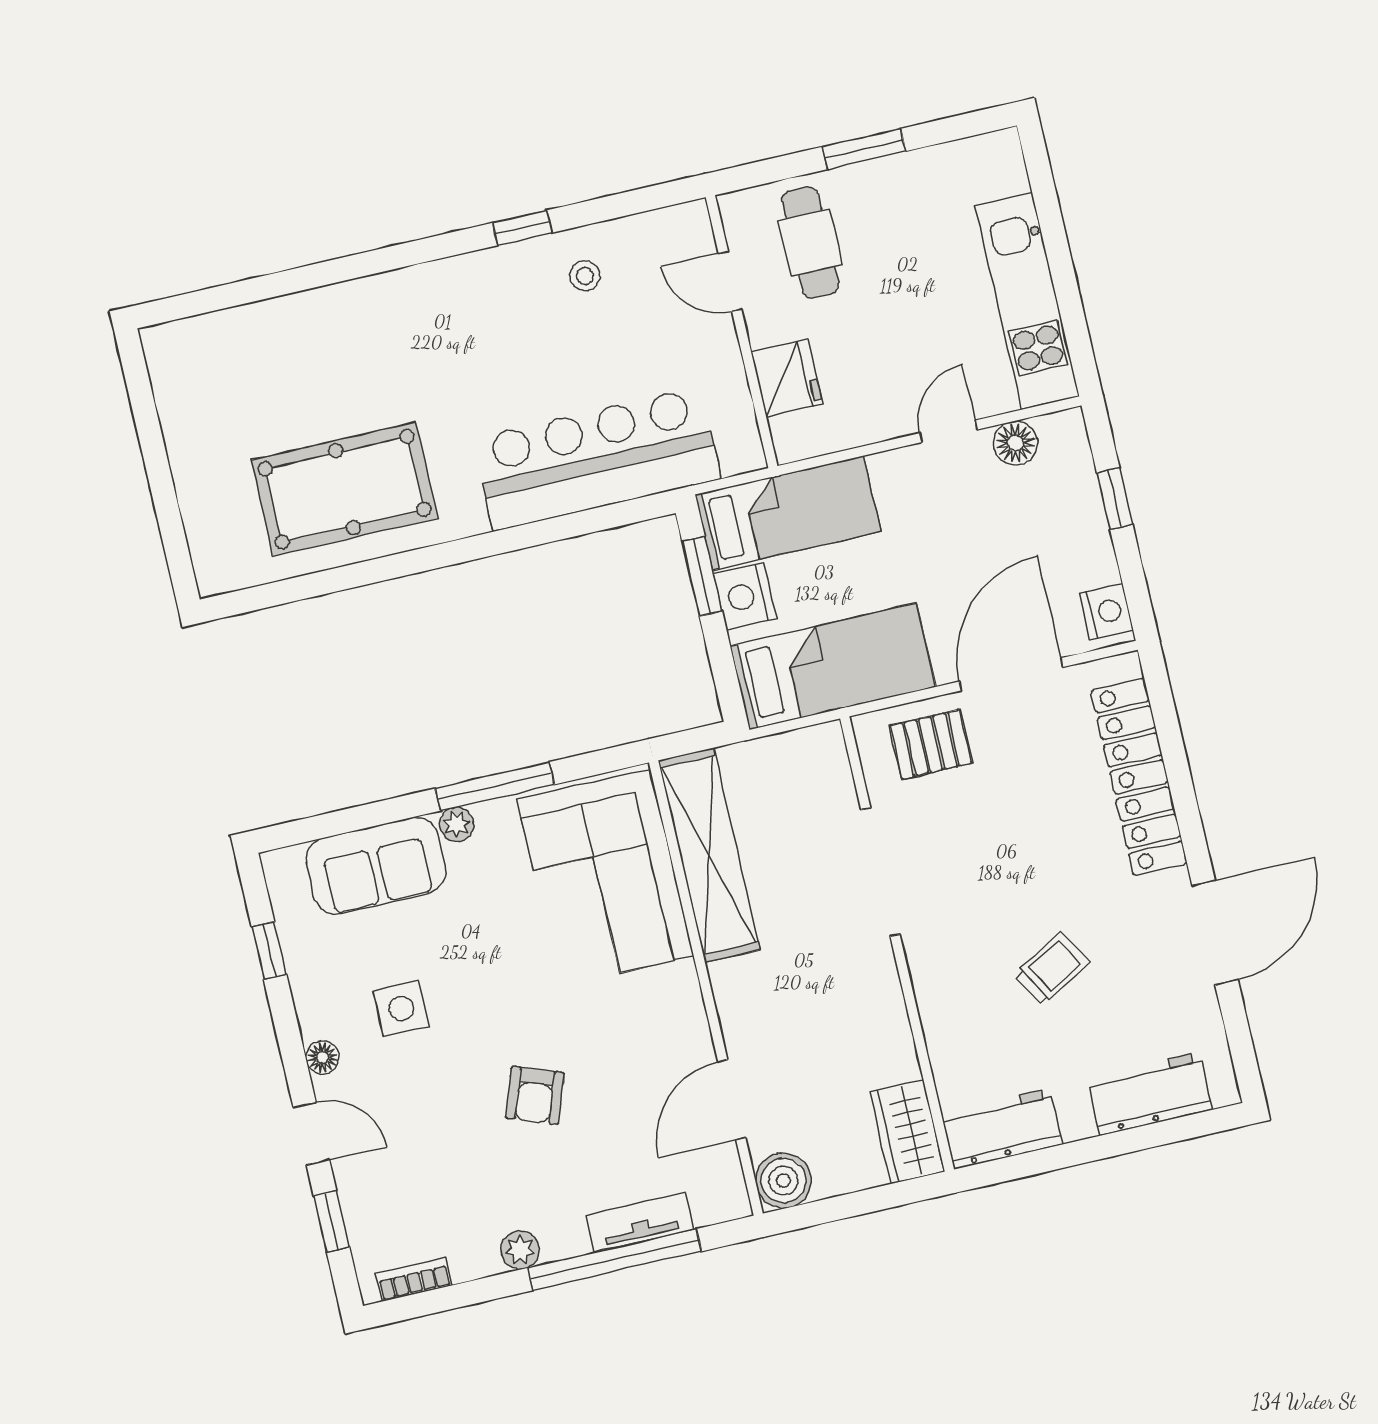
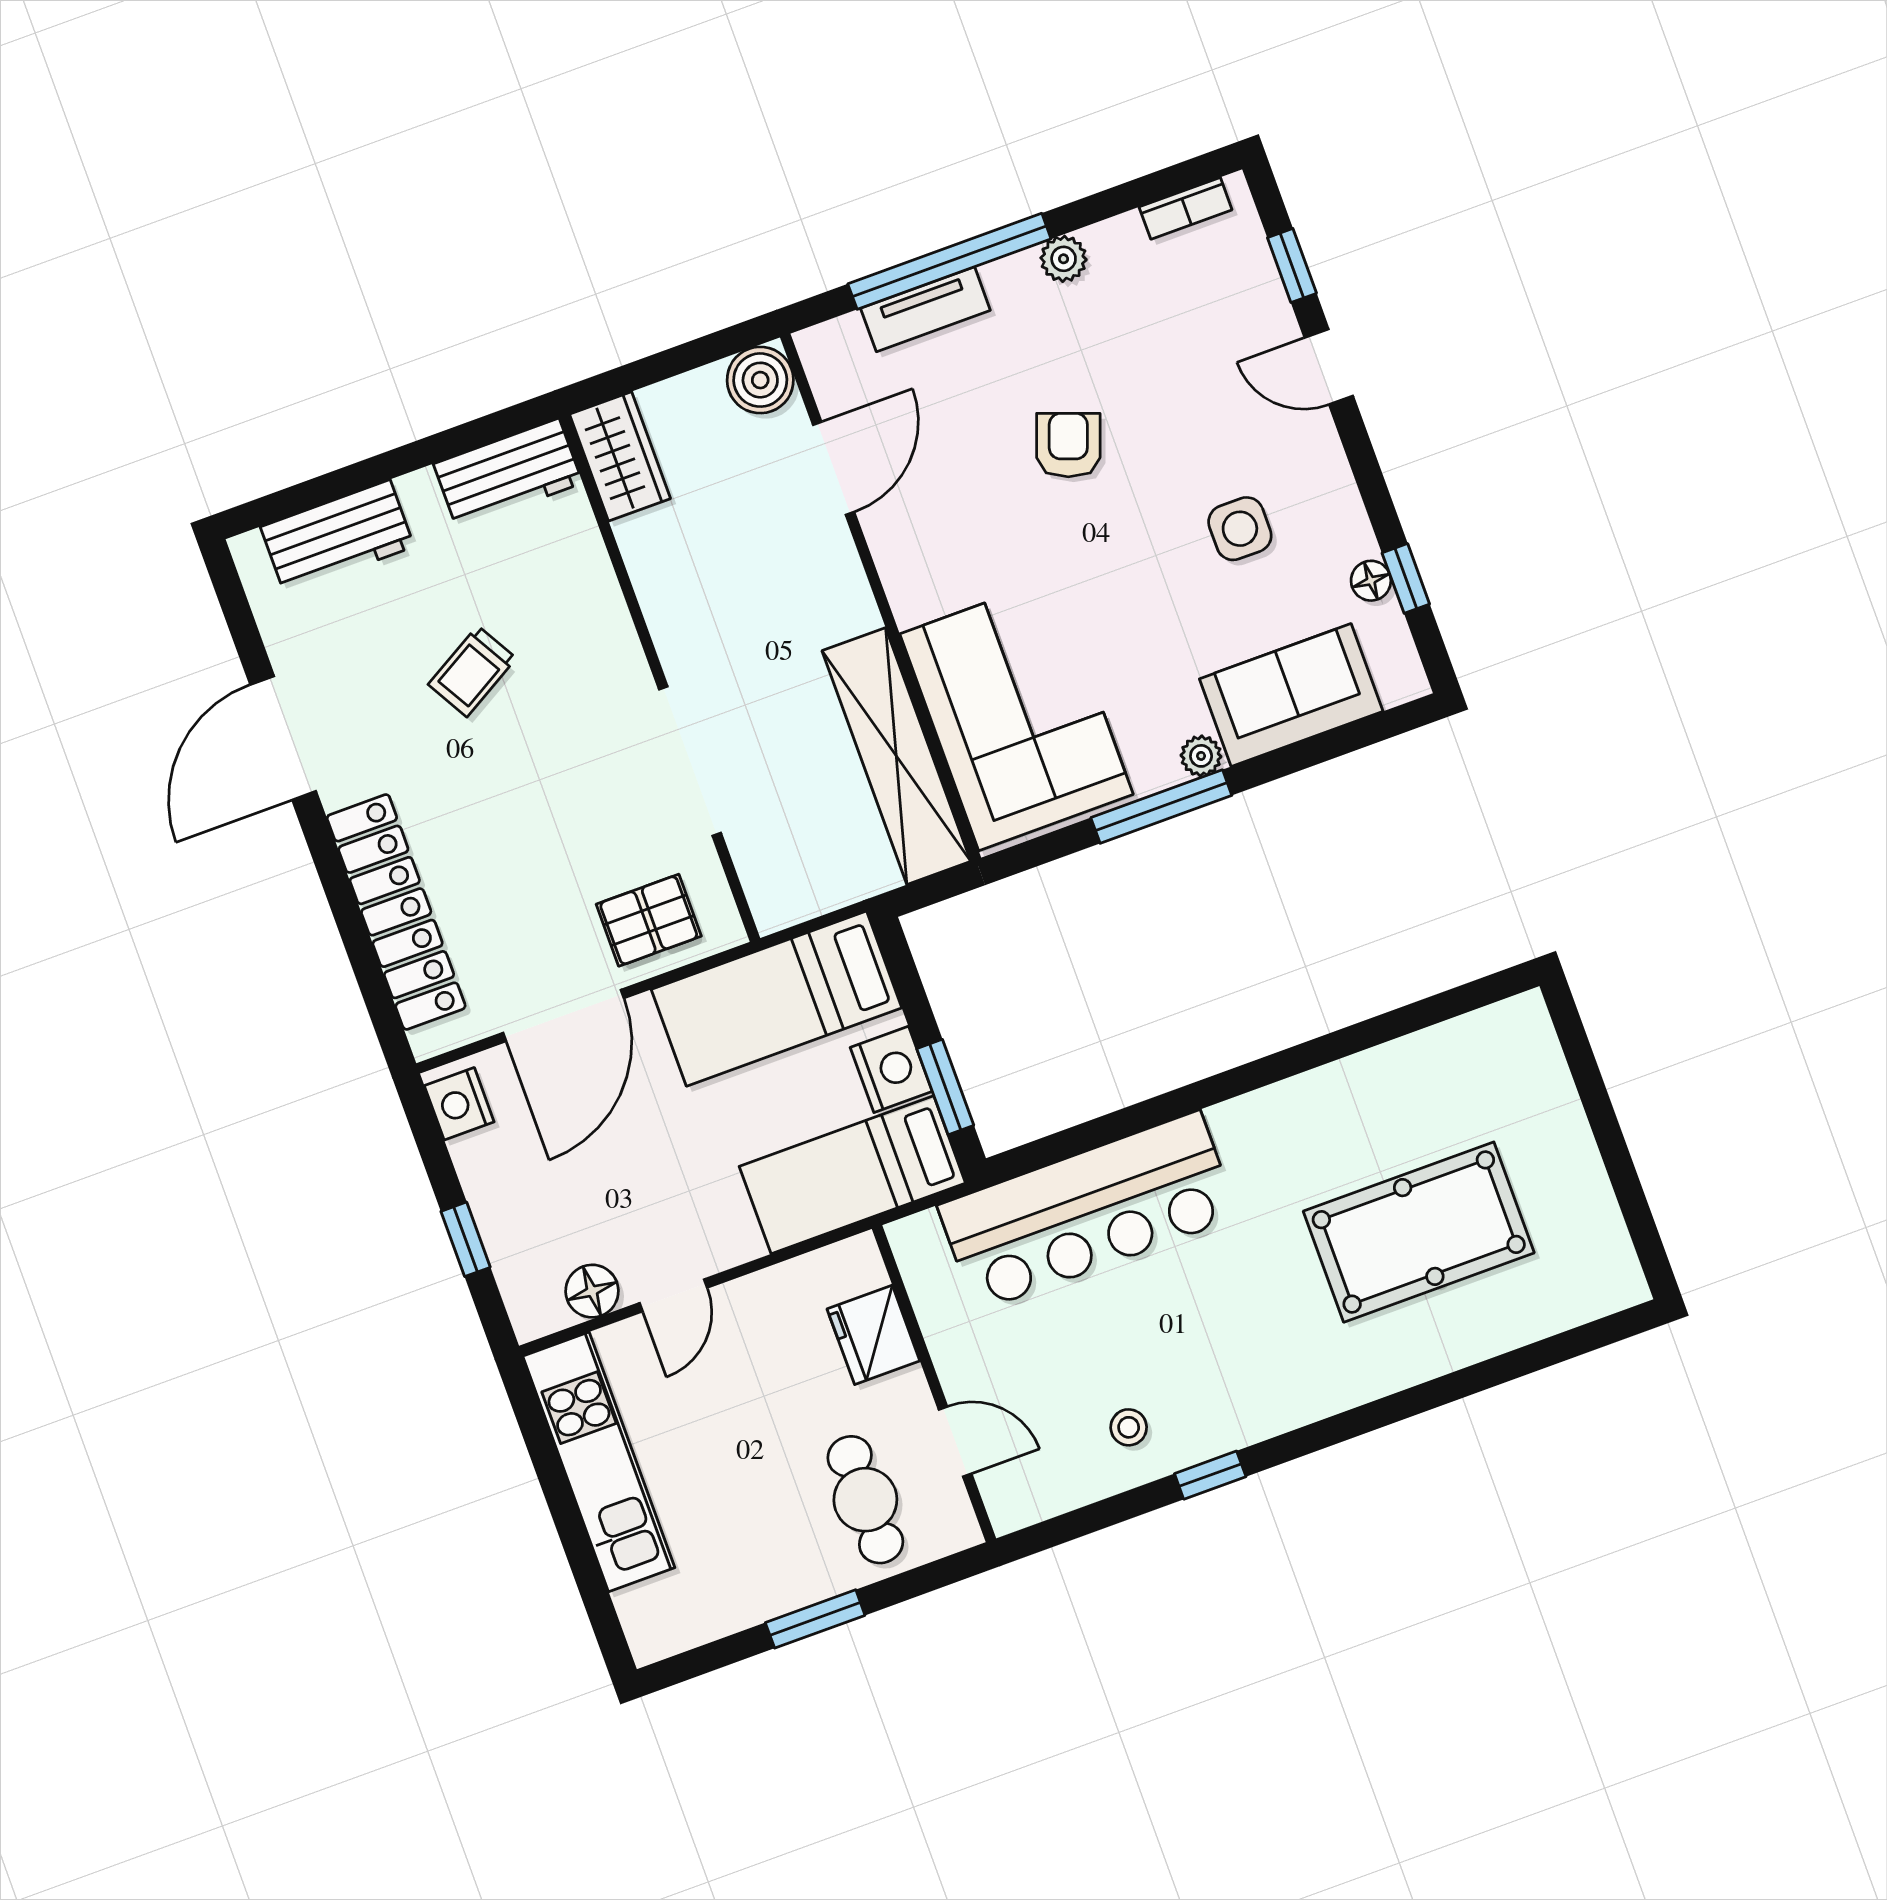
pool table: (345, 489) -> (1419, 1232), moved
floor lamp: (322, 1058) -> (1371, 581), moved

